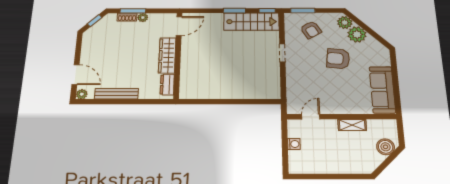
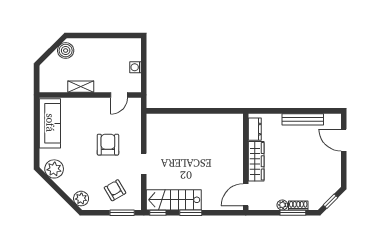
plant: (357, 34) -> (54, 169), moved
armchair: (338, 59) -> (108, 145), moved, turned -96
plant: (82, 94) -> (336, 119), removed
boiler: (386, 147) -> (66, 50), moved

